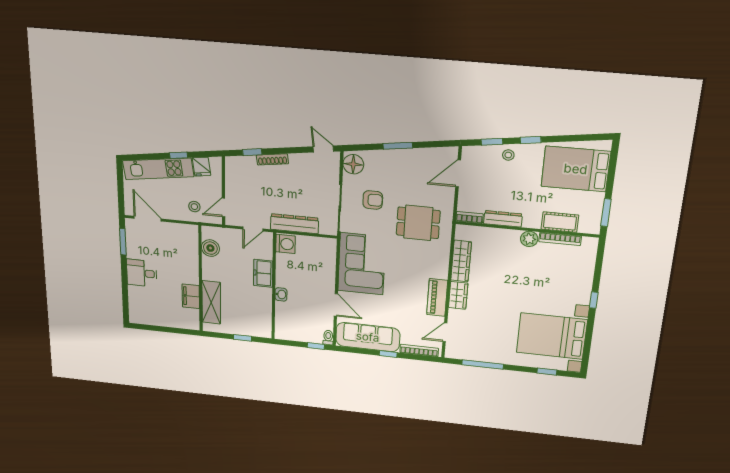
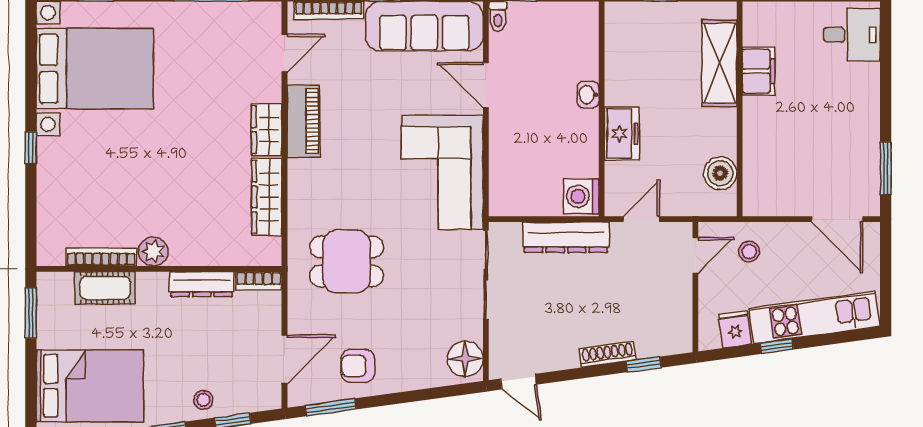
window: (398, 146) -> (331, 407), moved
armchair: (373, 200) -> (358, 366), moved
desk: (142, 273) -> (852, 35), moved

